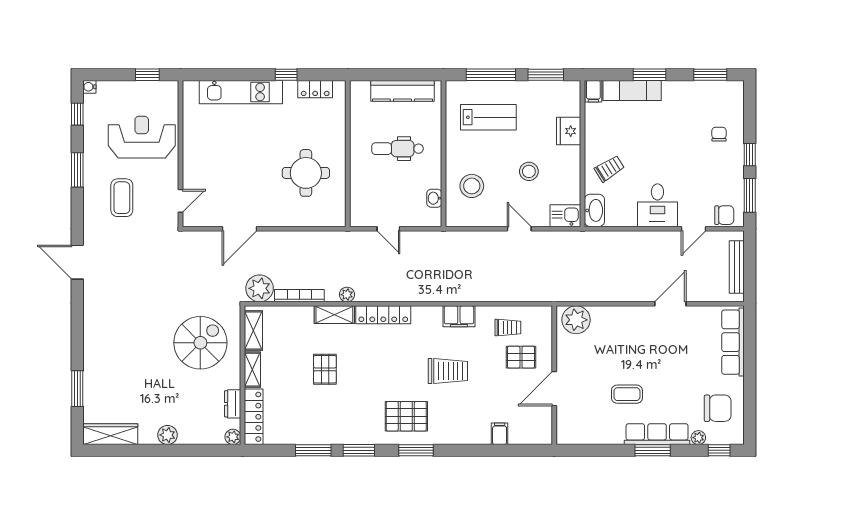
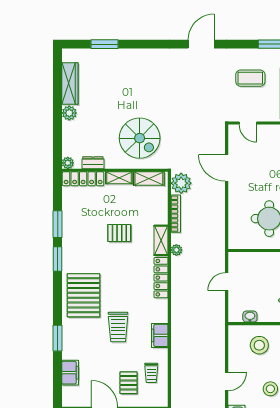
pallet: (406, 416) -> (84, 295), width x1.37, depth x1.41
wardrobe: (110, 434) -> (70, 84), moved
filing cabinet: (500, 434) -> (70, 373), width x2.00
window: (416, 450) -> (58, 338), moved

